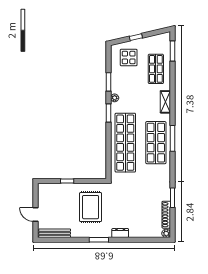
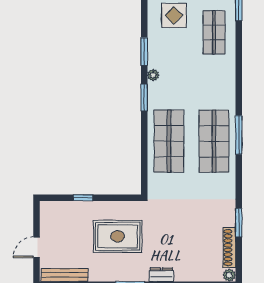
shelving: (165, 102) -> (228, 81), removed
shop shelf: (125, 143) -> (169, 141), width x0.71
rug: (91, 207) -> (118, 236), turned 90
door: (36, 215) -> (36, 247), hinge flipped

